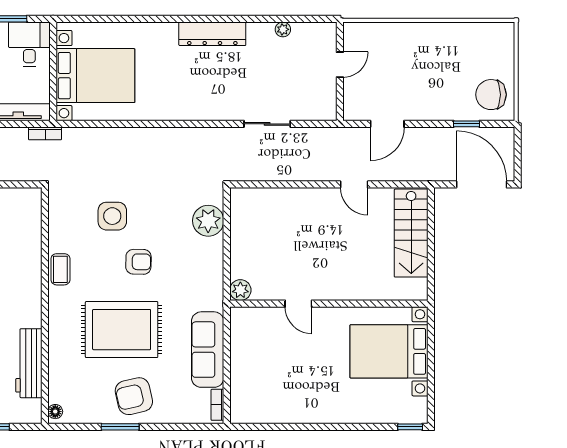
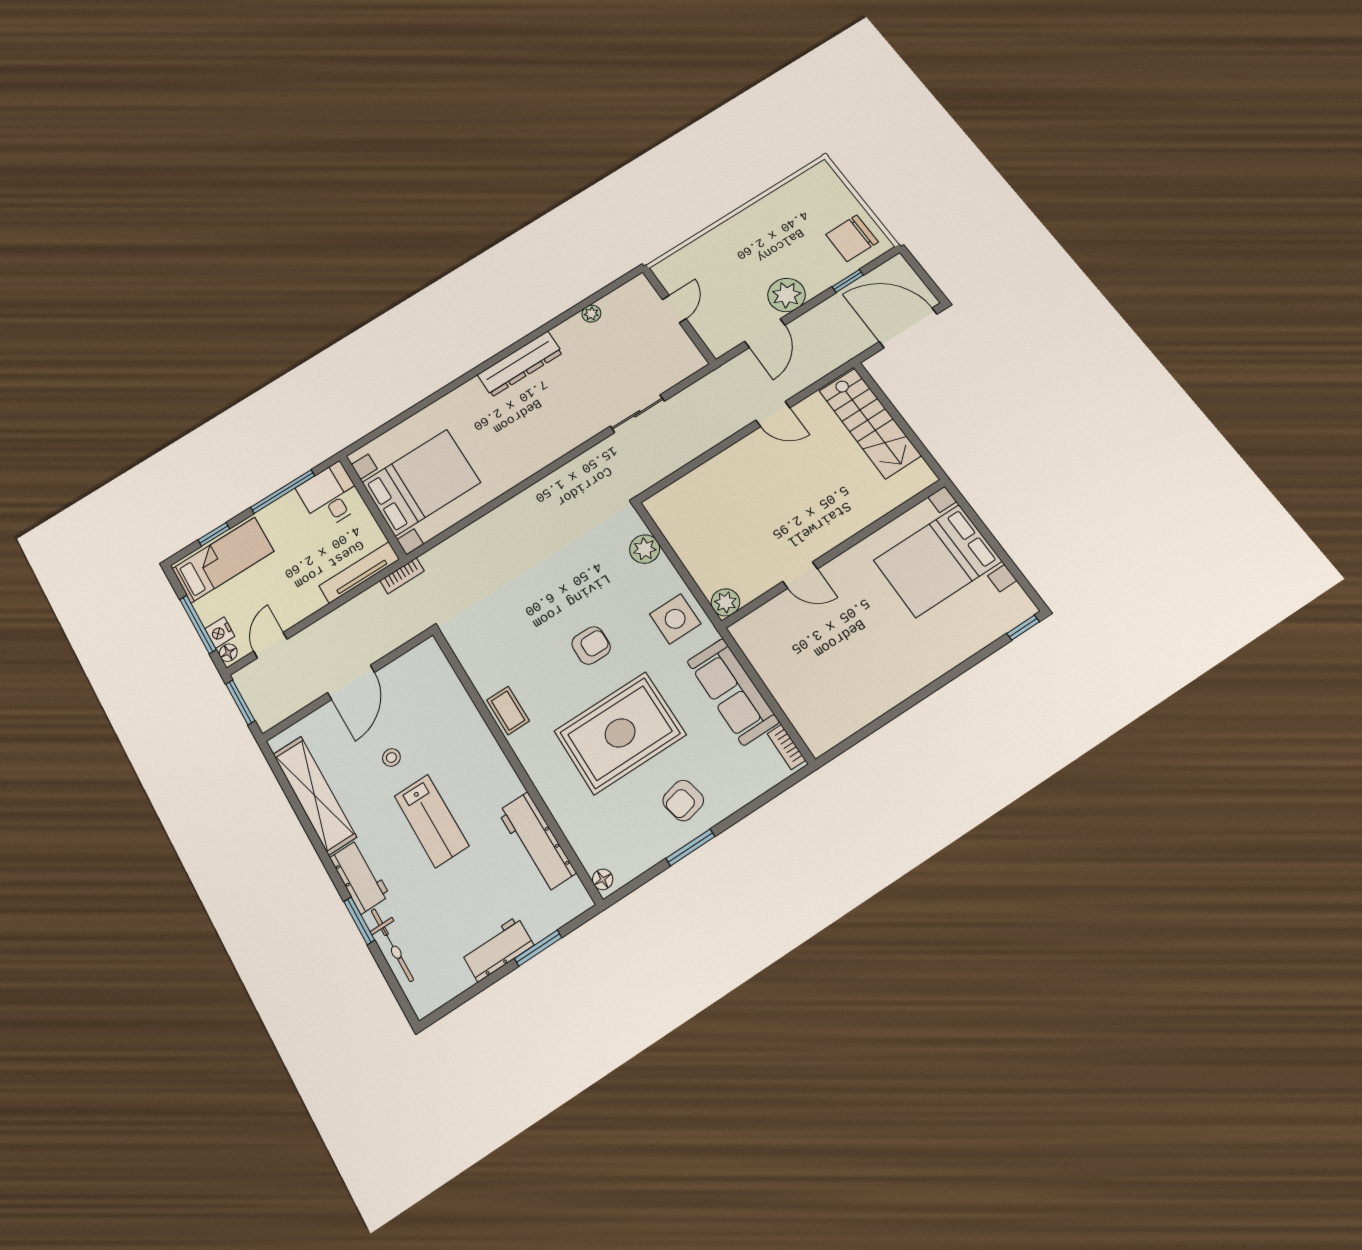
plant: (420, 106) -> (786, 295), added
side table: (112, 216) -> (675, 619), moved
plant: (208, 221) -> (645, 549), width x0.73, depth x0.73
armchair: (134, 396) -> (683, 801), width x0.72, depth x0.72

